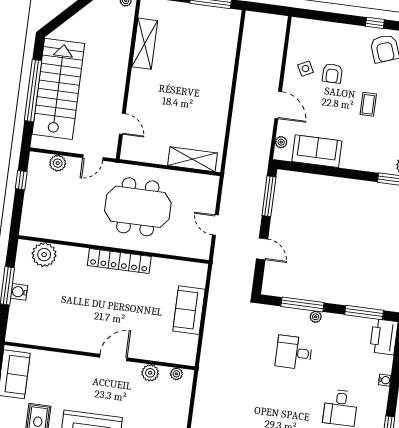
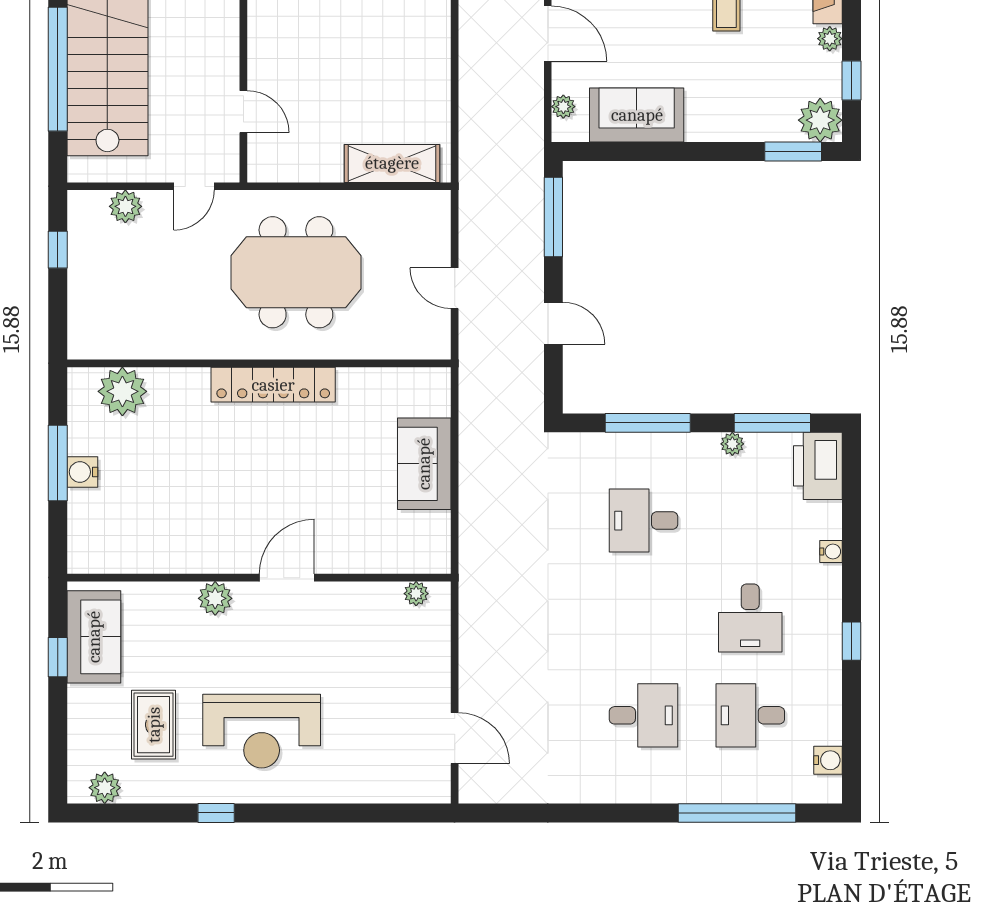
plant: (316, 317) -> (732, 444), moved
plant: (150, 373) -> (215, 598), moved

